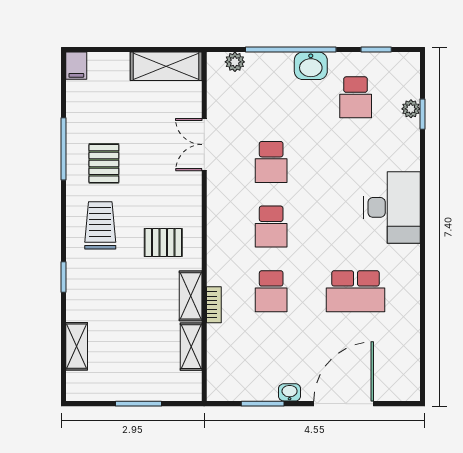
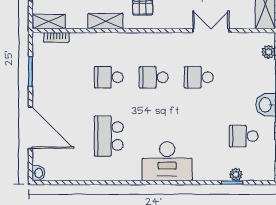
bookcase: (214, 305) -> (56, 37), moved
shelving: (191, 347) -> (49, 22), moved
washbasin: (290, 392) -> (38, 173), moved

